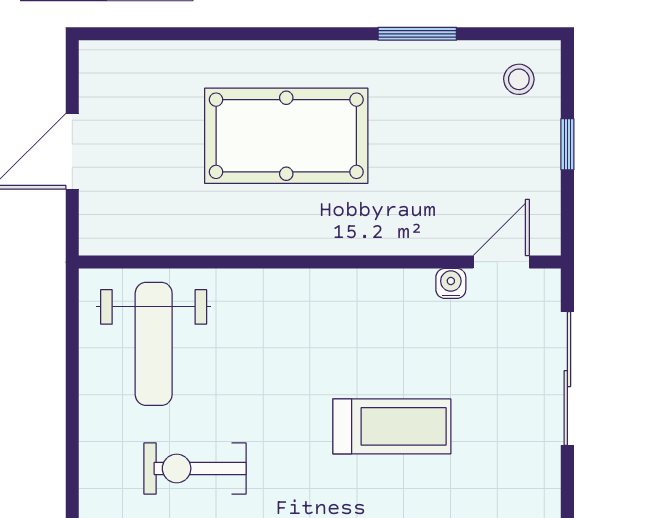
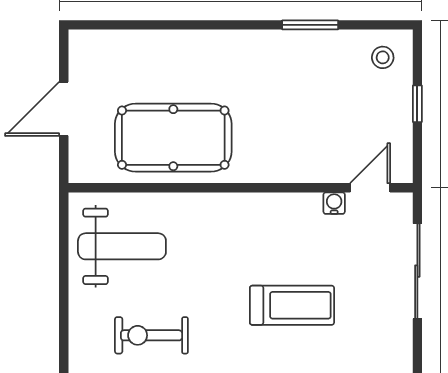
pool table: (286, 136) -> (173, 138), moved
weight bench: (154, 344) -> (122, 246), turned -90

